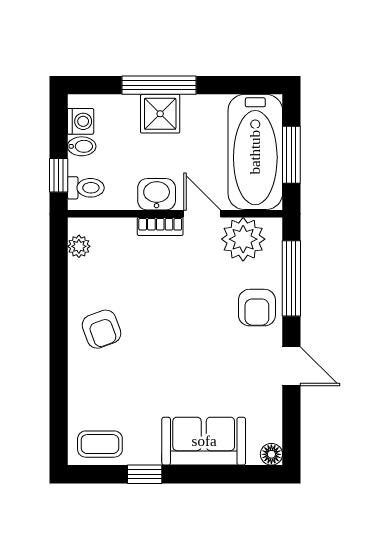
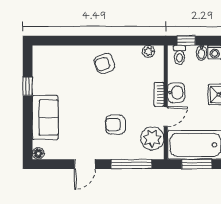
armchair: (257, 308) -> (115, 125), moved
coffee table: (100, 444) -> (44, 63), removed

